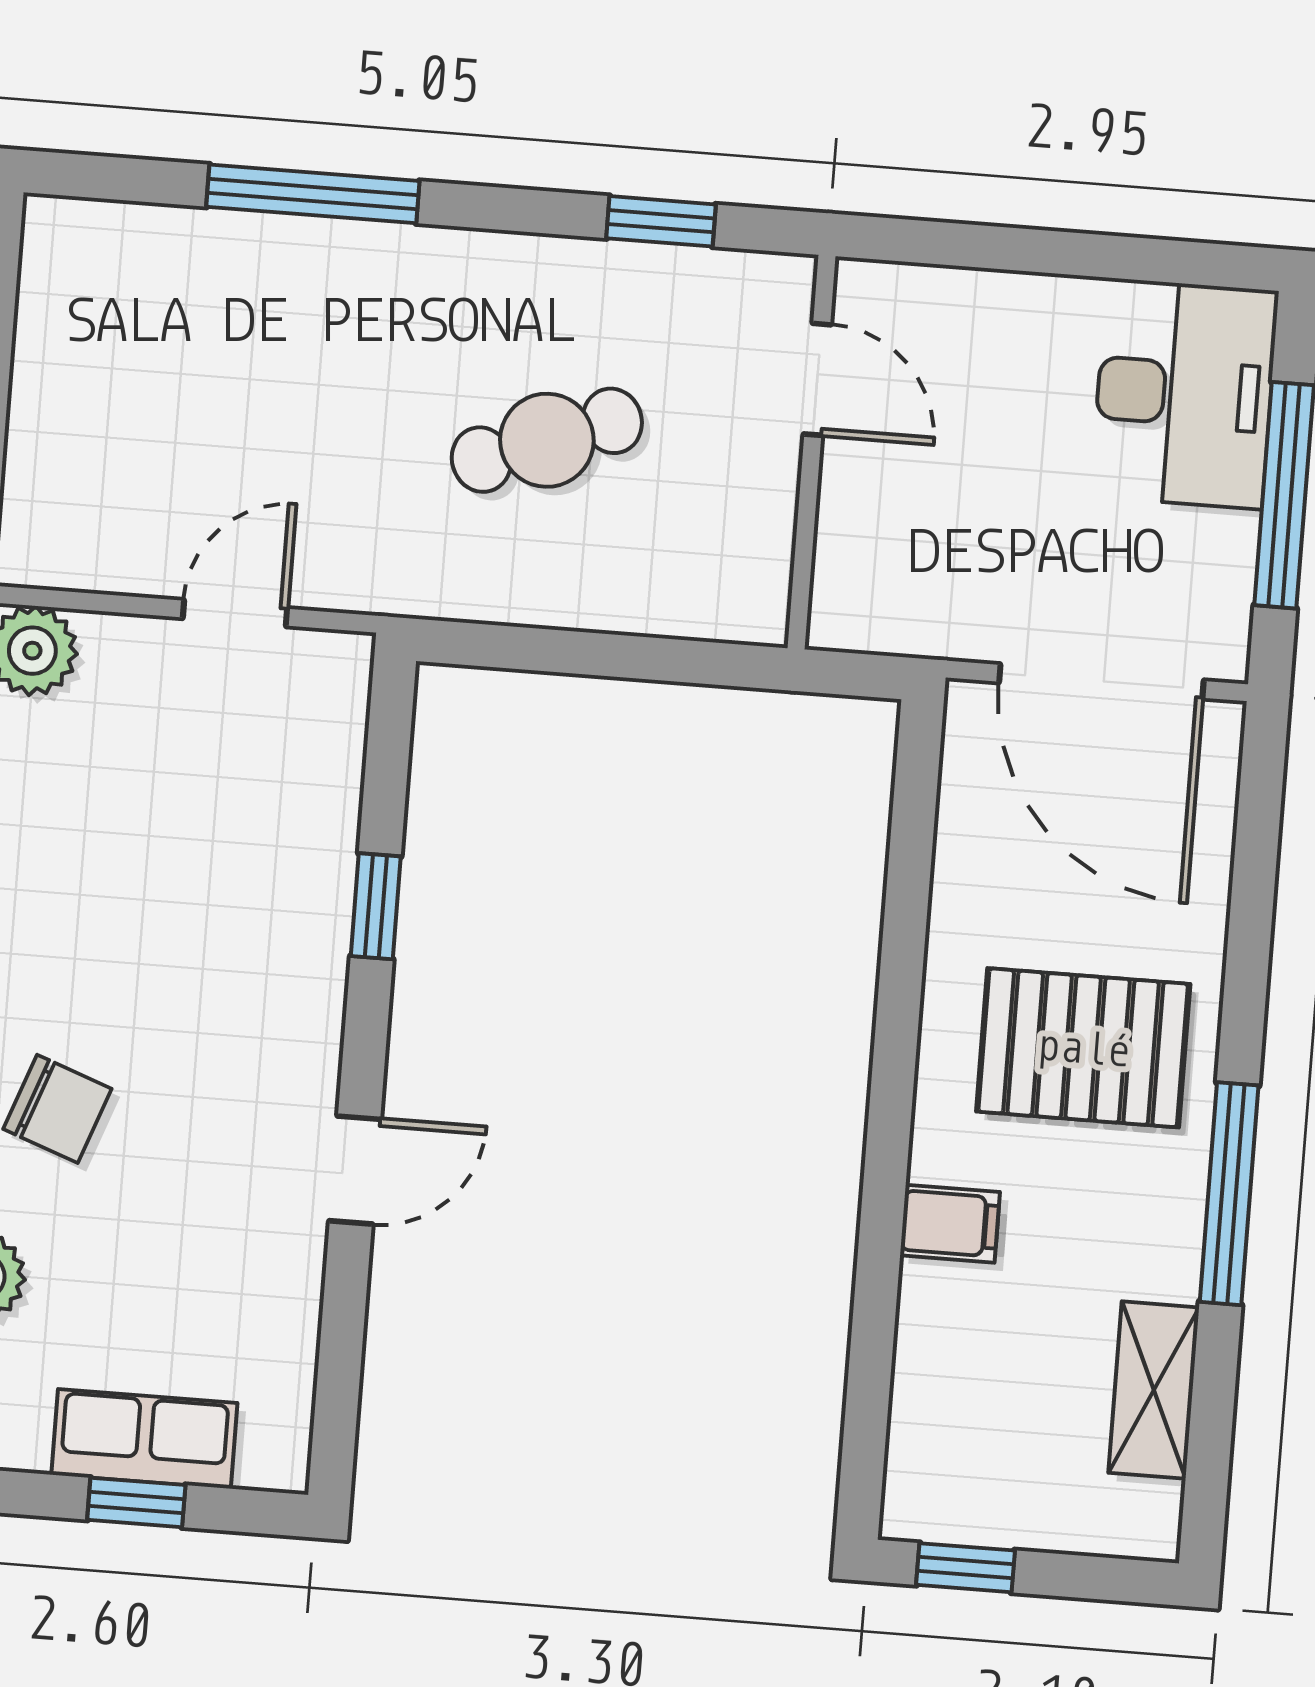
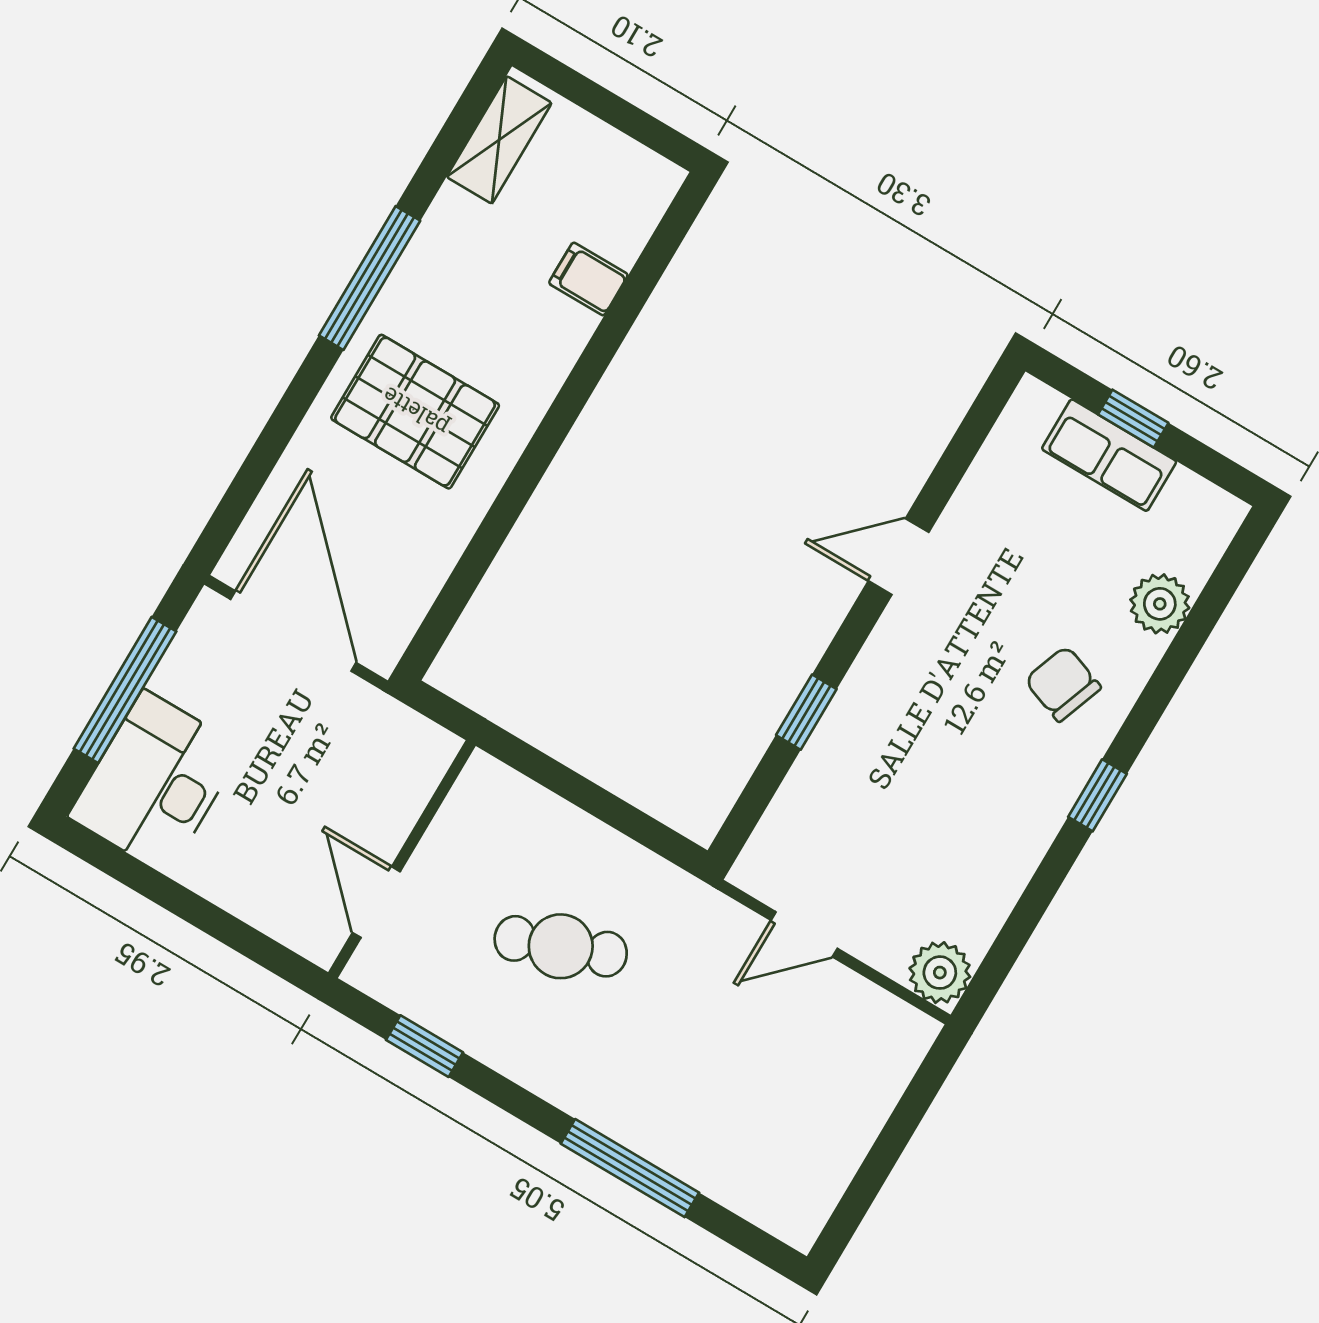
filing cabinet: (950, 1224) -> (588, 279), moved
shelving: (1154, 1390) -> (499, 140), moved
window: (965, 1568) -> (644, 128), removed

